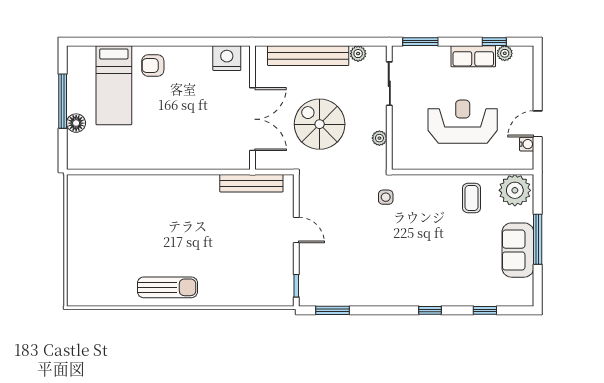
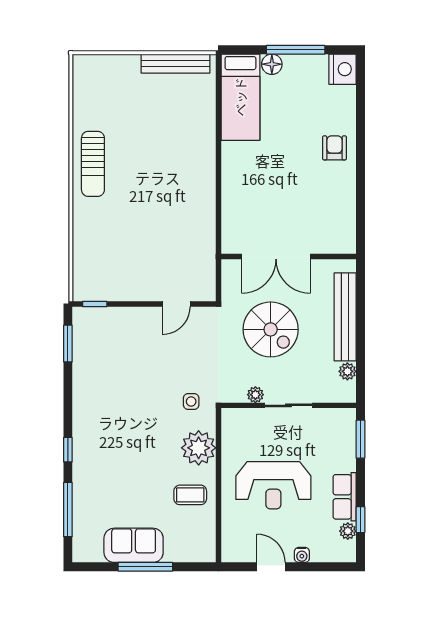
nightstand: (227, 58) -> (343, 69), moved
sliding door: (389, 84) -> (288, 405), moved
bed: (114, 85) -> (240, 97), moved, turned -90
reception desk: (463, 122) -> (273, 485), turned 90
spiral stairs: (320, 124) -> (271, 329), turned 90
water cooler: (527, 144) -> (302, 555), moved
bench: (251, 183) -> (176, 64), moved, turned 90
plant: (515, 190) -> (199, 448), moved
door: (296, 230) -> (176, 304), moved
window: (485, 310) -> (68, 510), width x2.17

